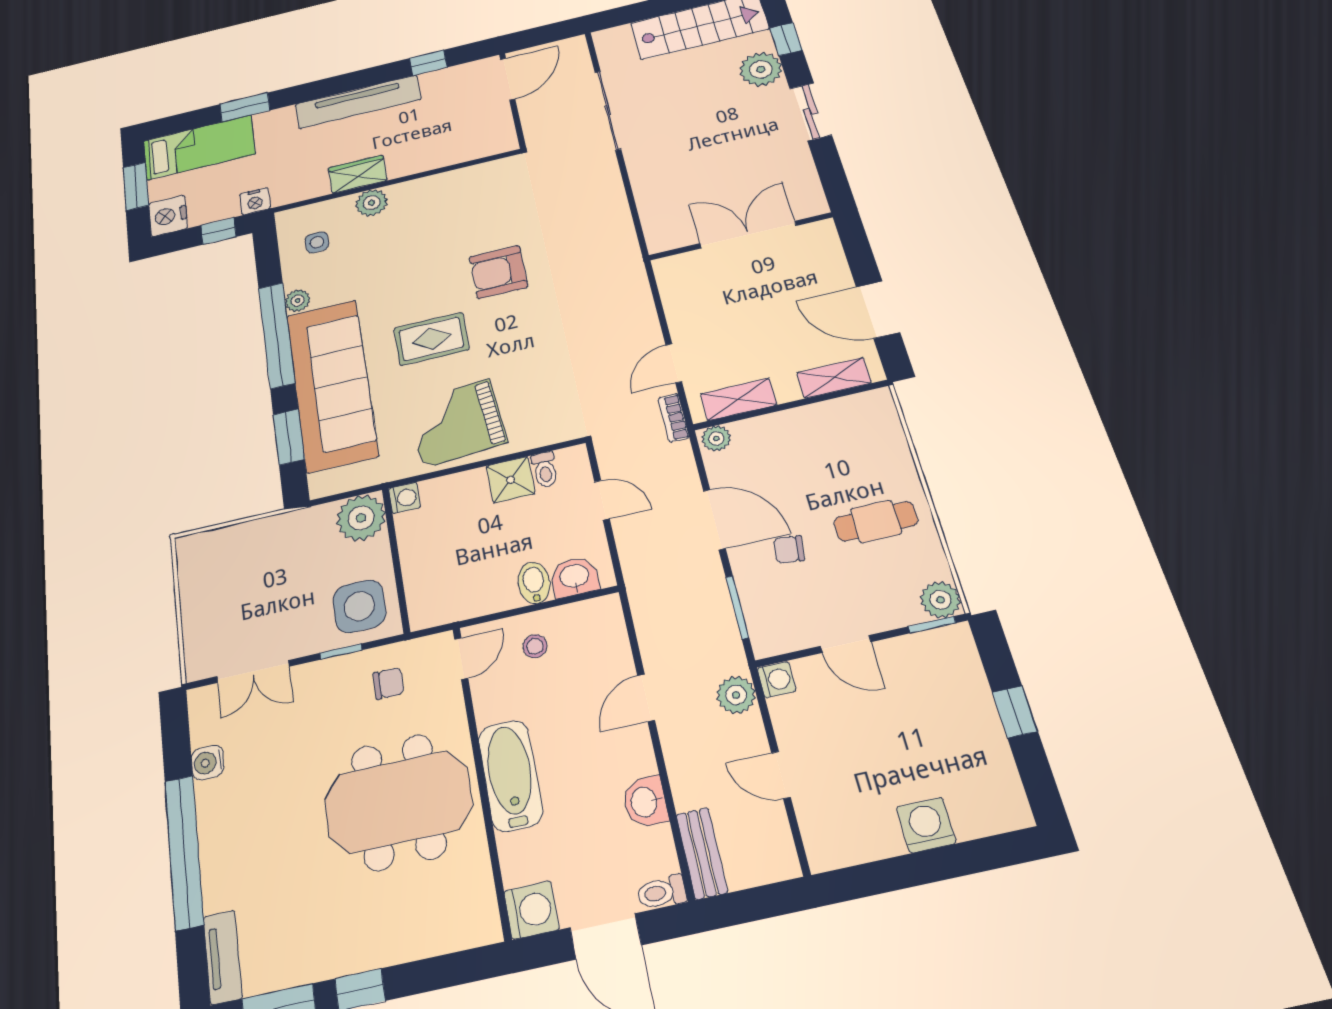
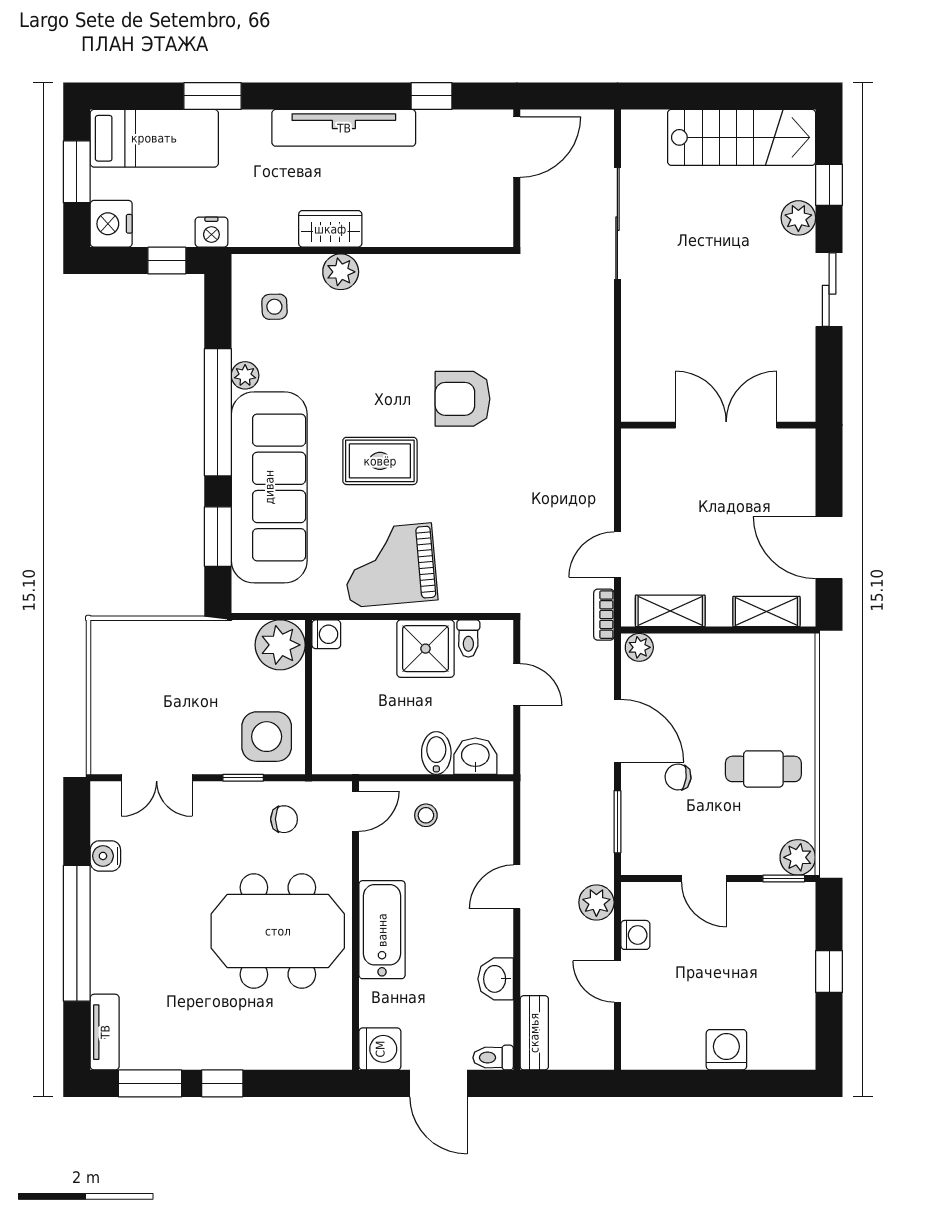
plant: (761, 69) -> (798, 218), width x0.73, depth x0.73
shower: (511, 480) -> (426, 649), width x1.36, depth x1.36
washing machine: (777, 680) -> (635, 935), moved

